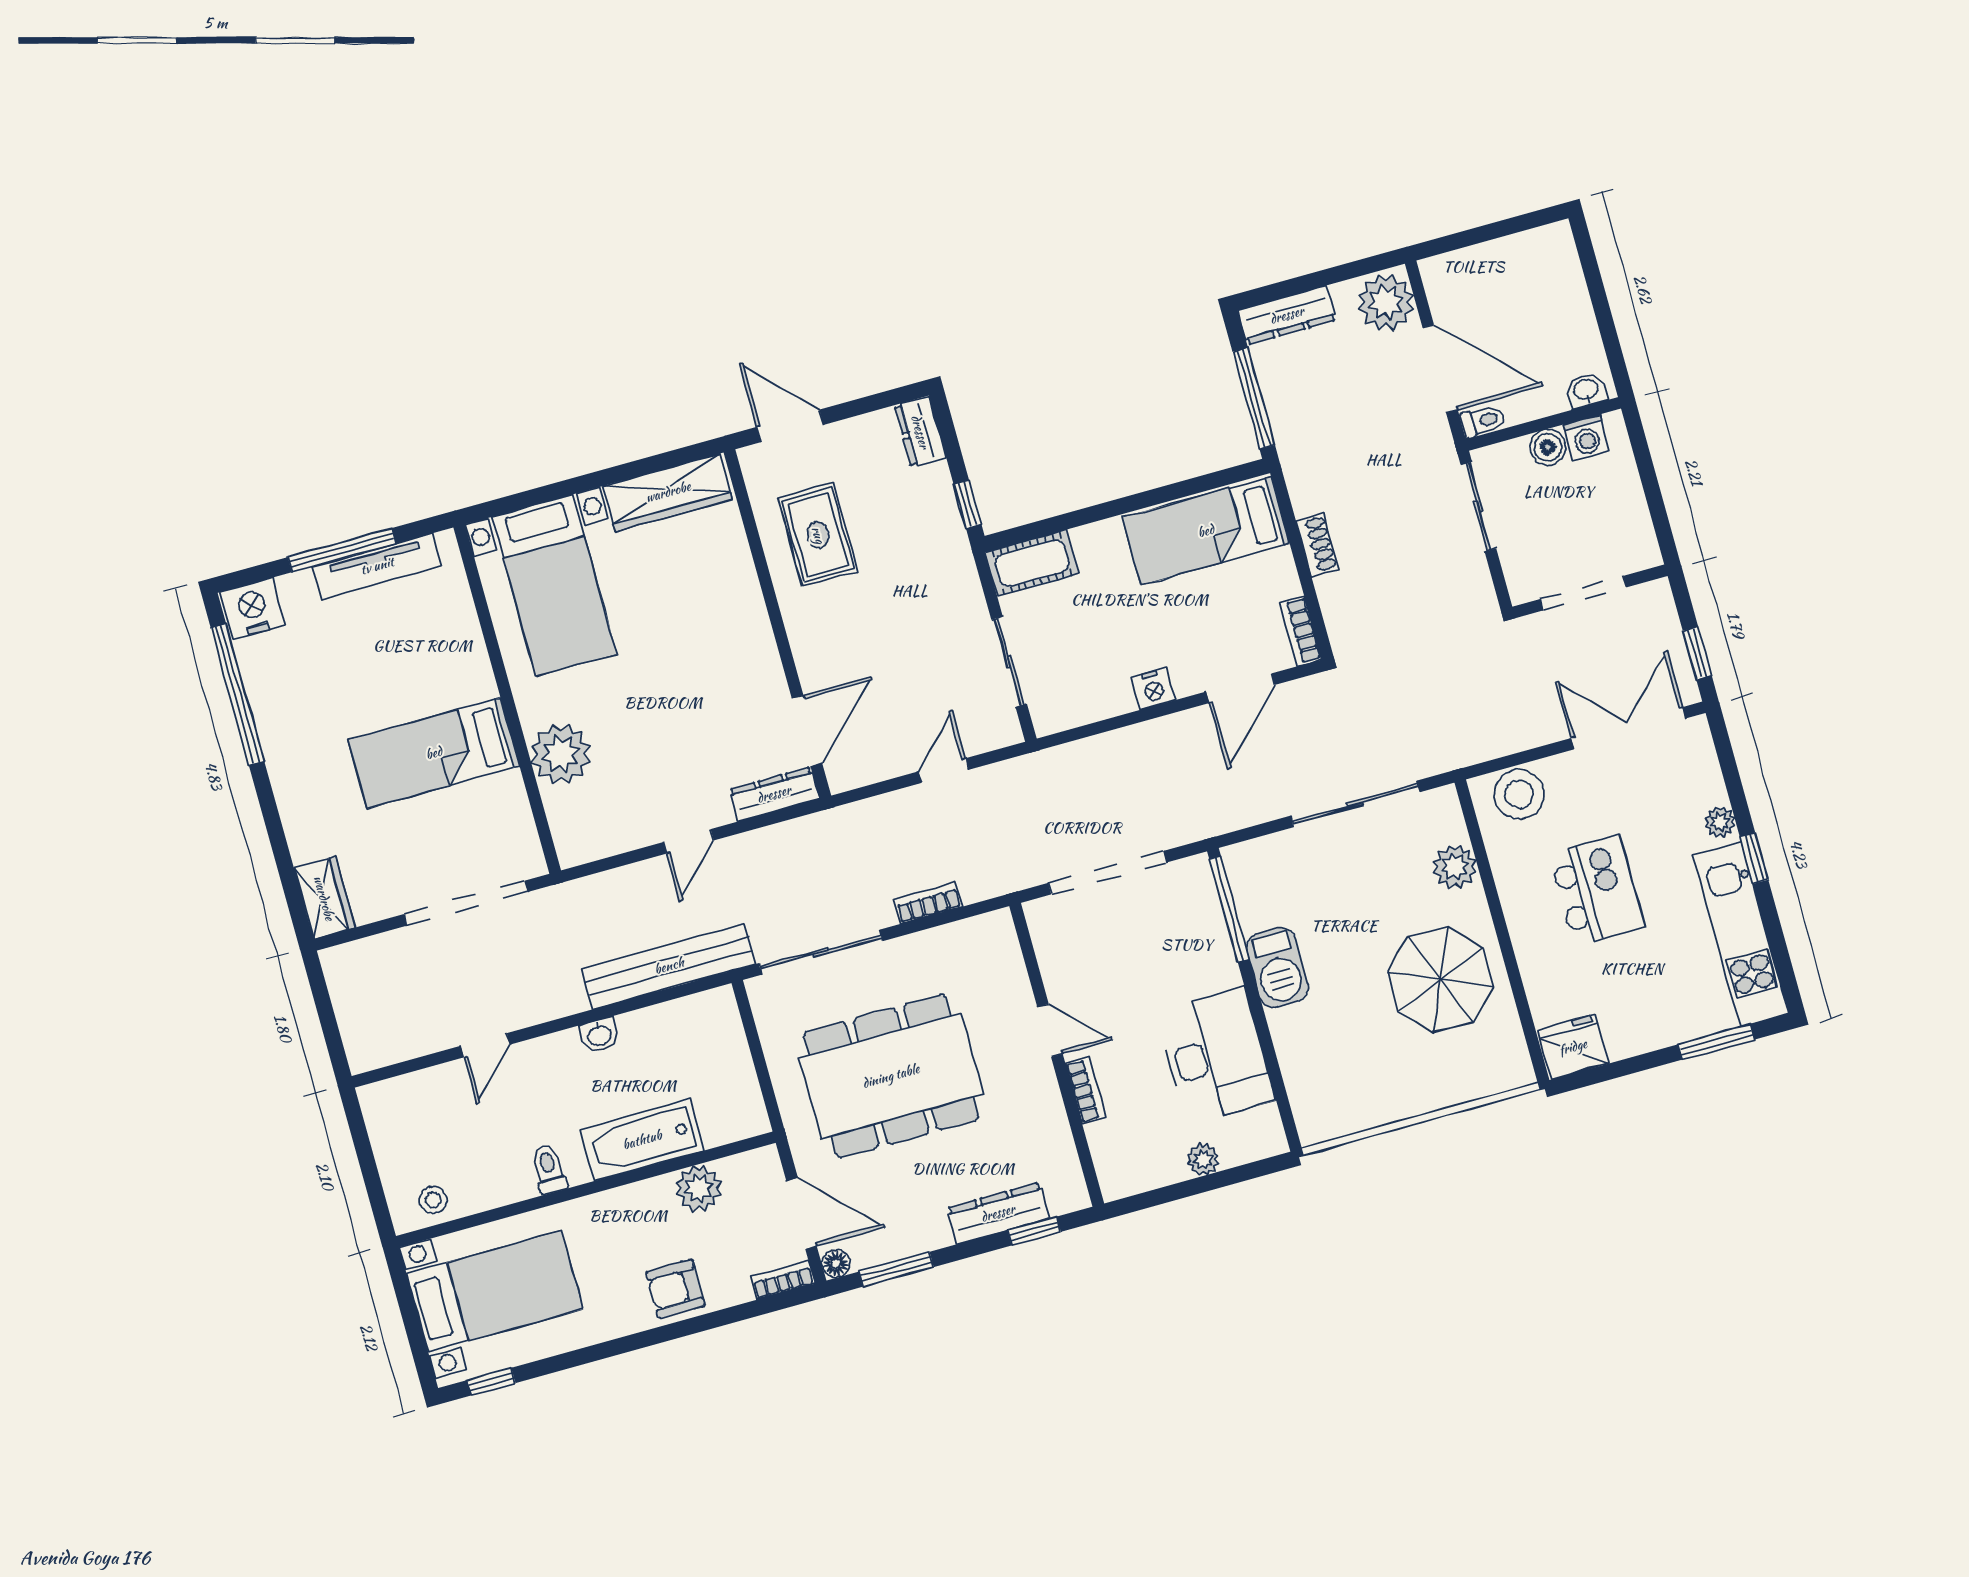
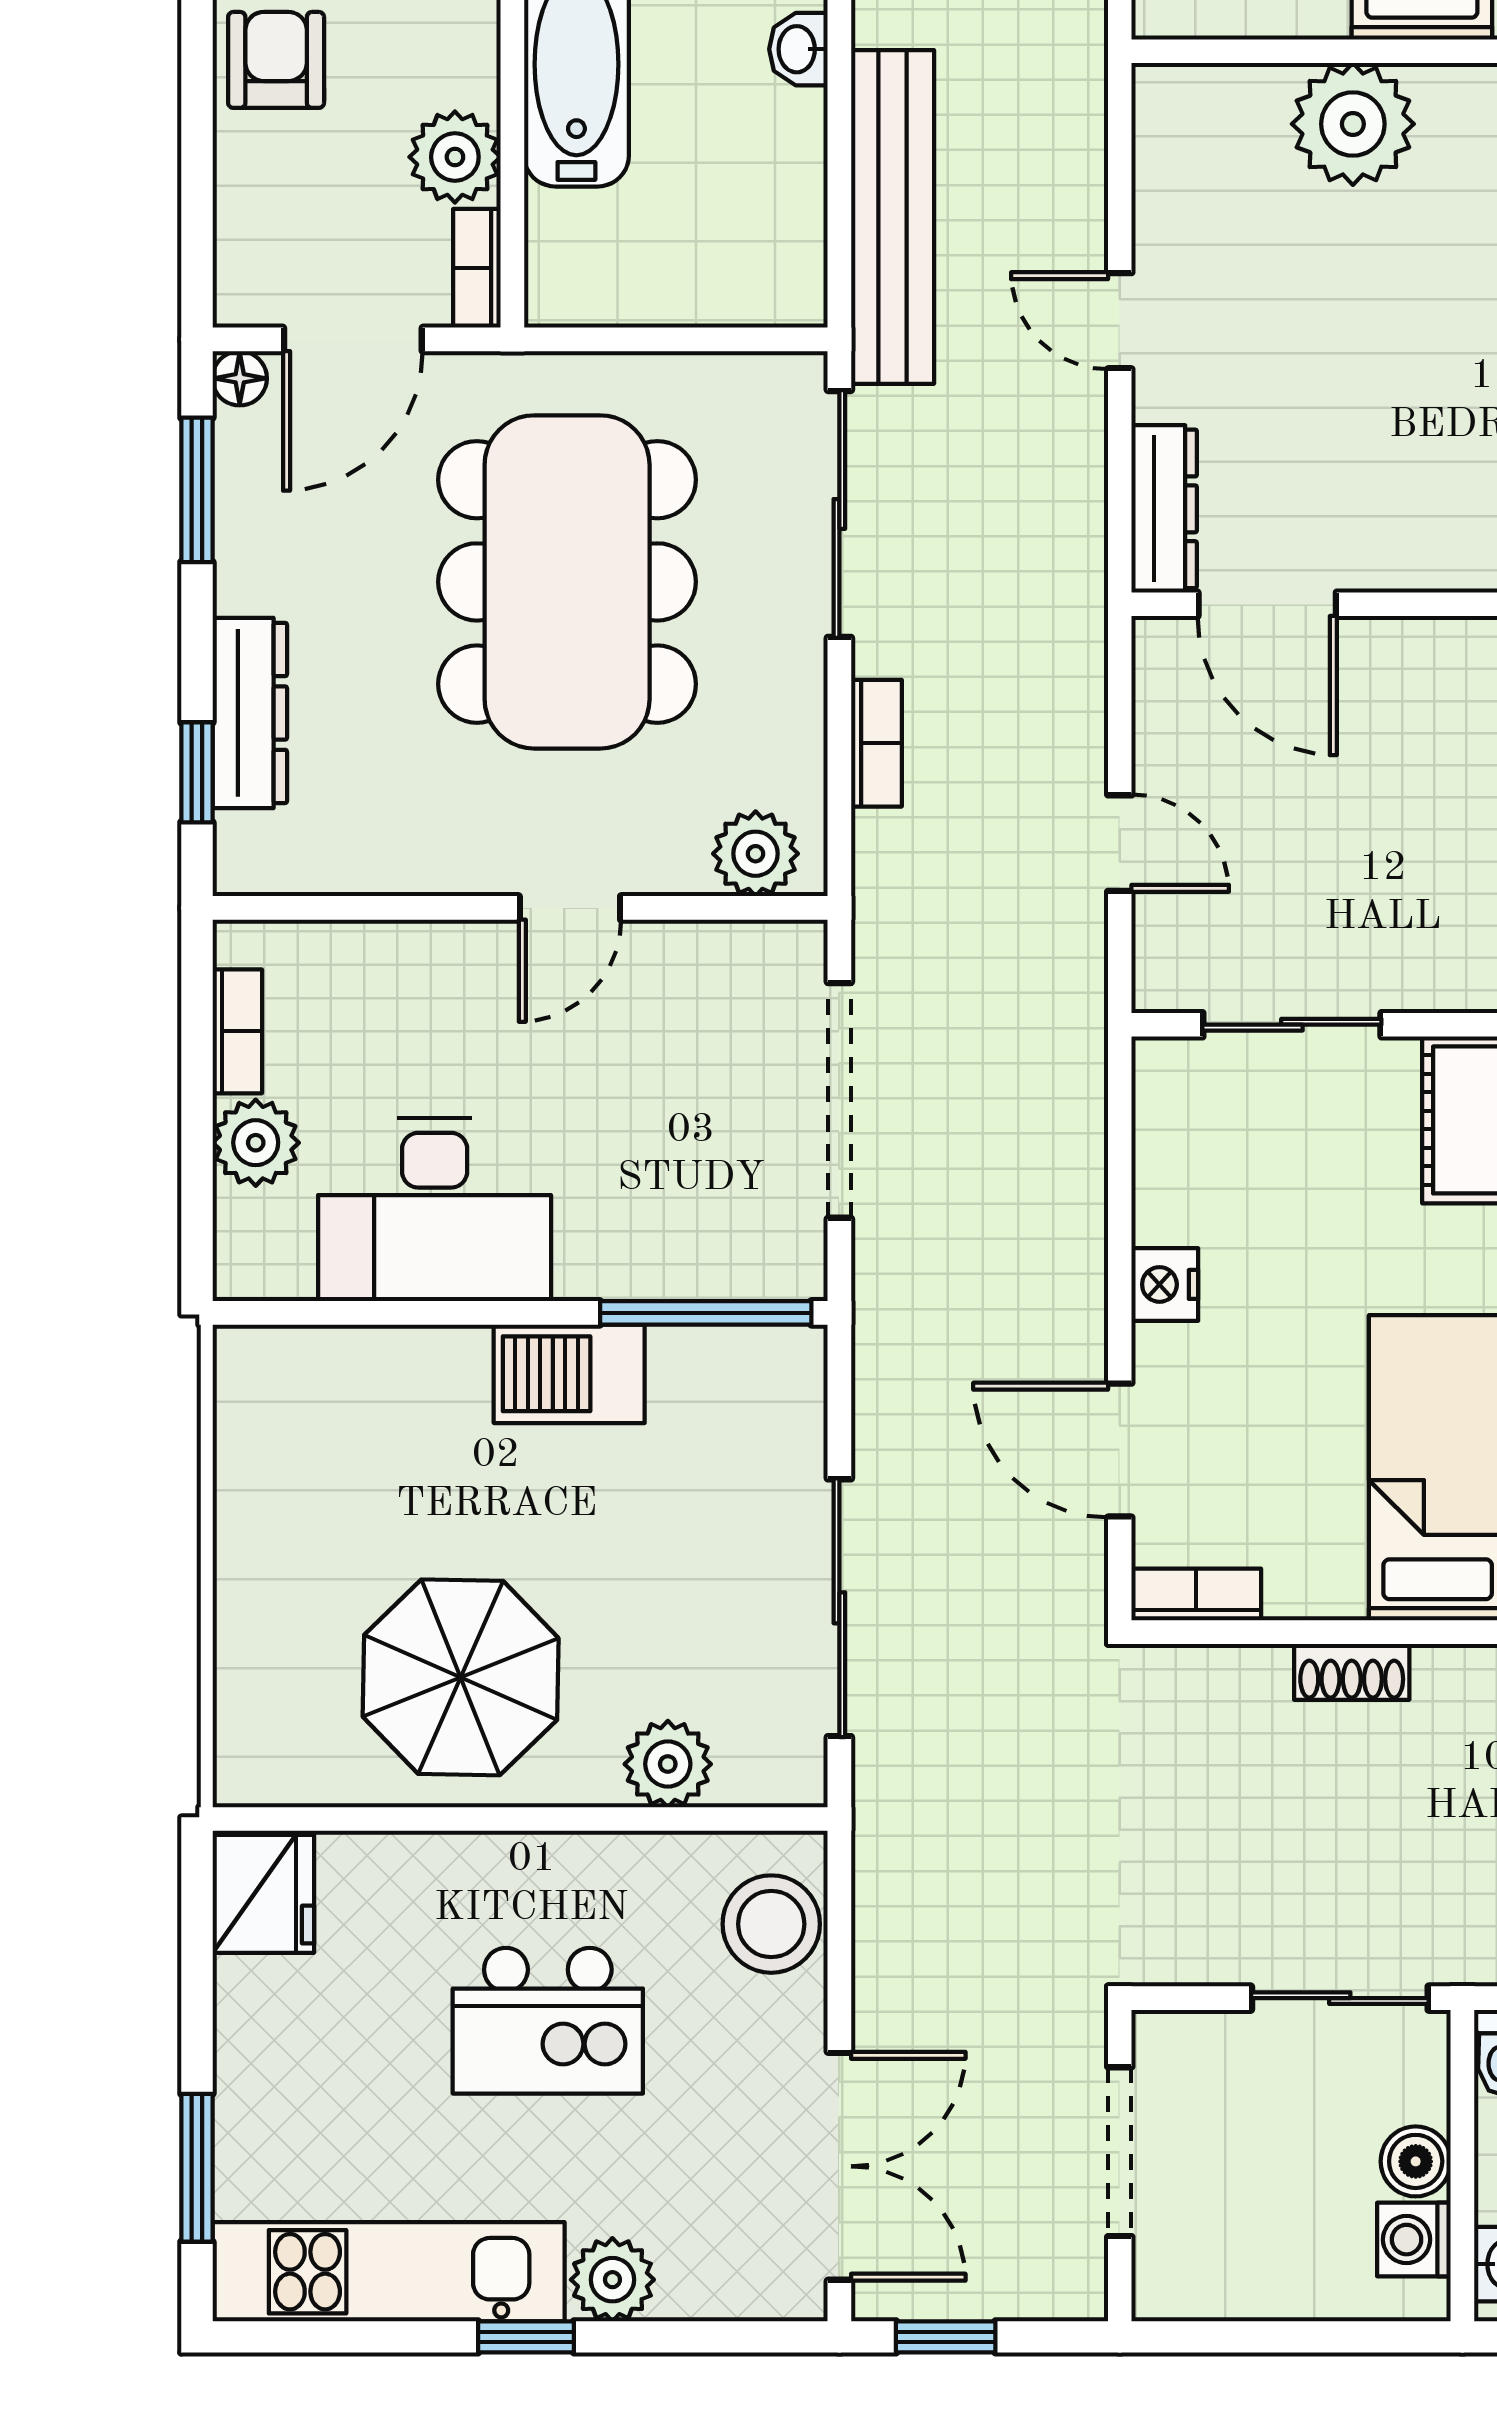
plant: (1720, 822) -> (612, 2280), width x1.38, depth x1.38
plant: (998, 947) -> (756, 854), added
bookcase: (1086, 1090) -> (237, 1031), moved, turned -90
plant: (1203, 1160) -> (256, 1143), width x1.38, depth x1.38
bookcase: (783, 1280) -> (477, 268), moved, turned 180

